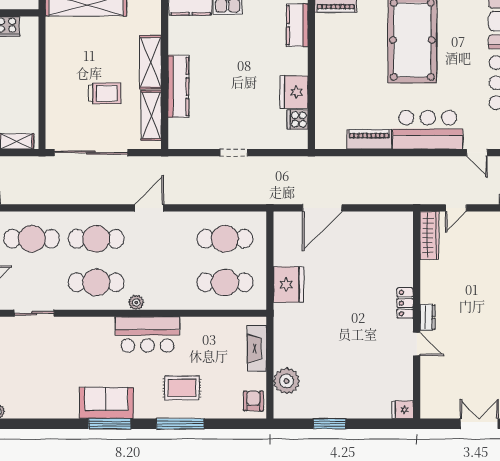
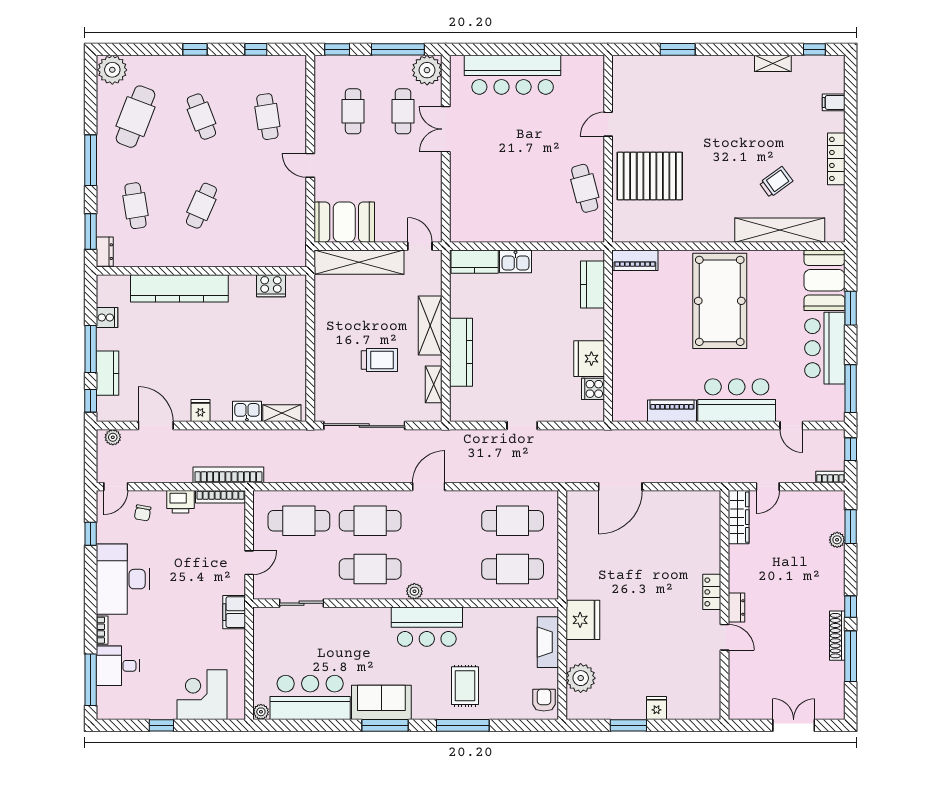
shelving: (151, 115) -> (434, 384), width x0.67, depth x0.75
fridge: (288, 284) -> (583, 620), moved
rug: (182, 388) -> (465, 686), turned 90
bar counter: (42, 398) -> (310, 697), added
fridge: (403, 410) -> (657, 708), moved, turned 90

